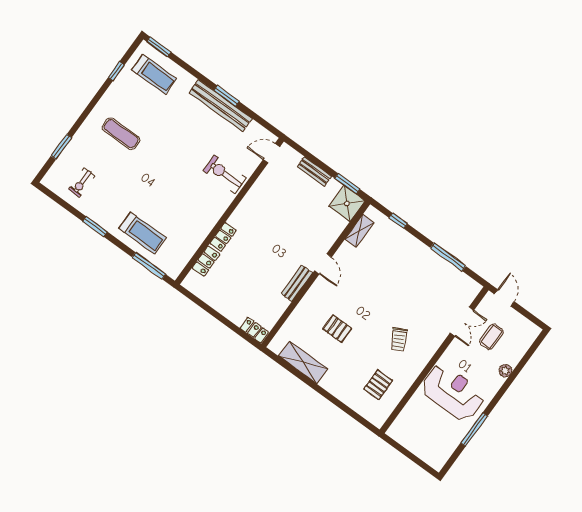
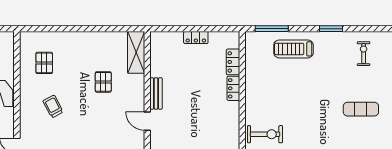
pallet: (337, 329) -> (103, 82), turned 90
locker: (254, 330) -> (196, 37), moved
shelving: (303, 362) -> (136, 52), moved, turned 90

